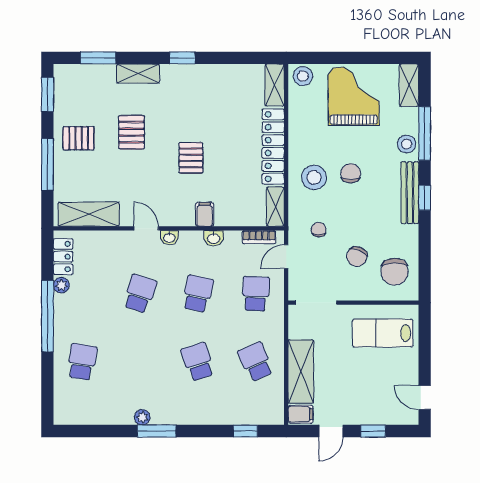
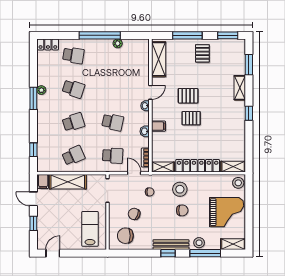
pallet: (131, 132) -> (188, 96), moved
locker: (63, 257) -> (48, 44), moved
school desk: (140, 294) -> (73, 89), moved

